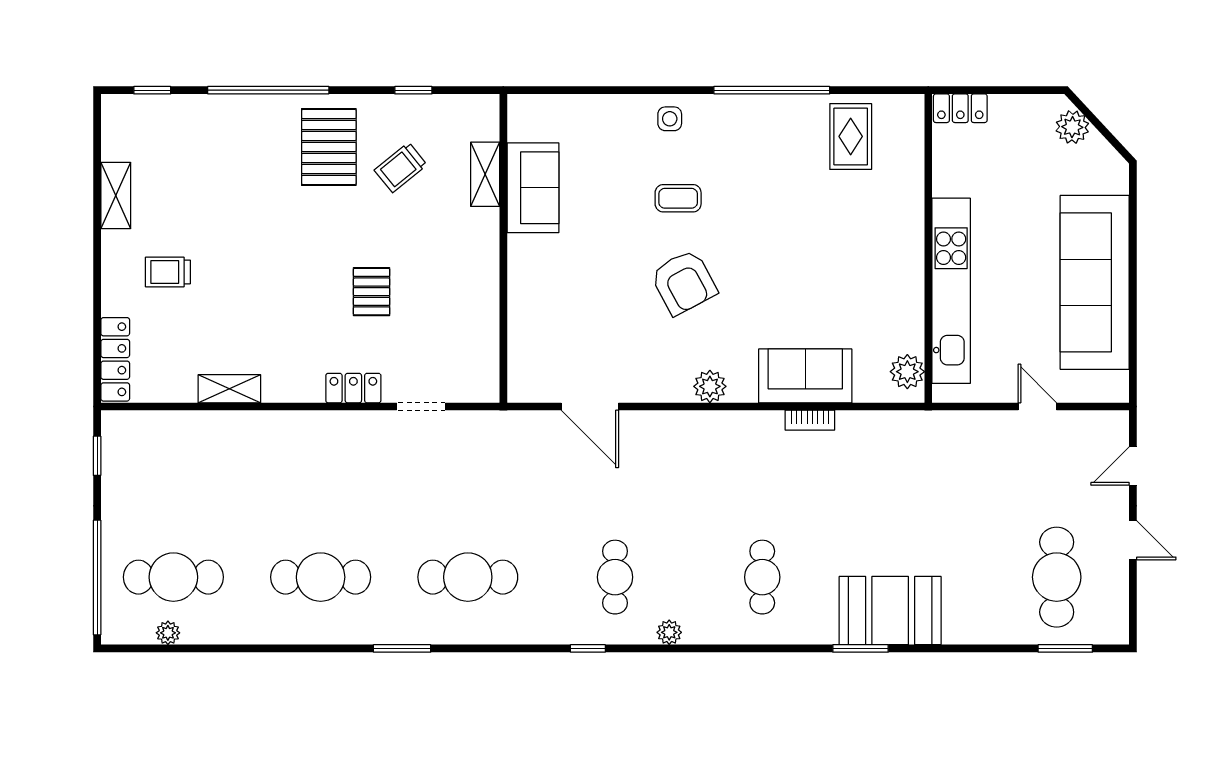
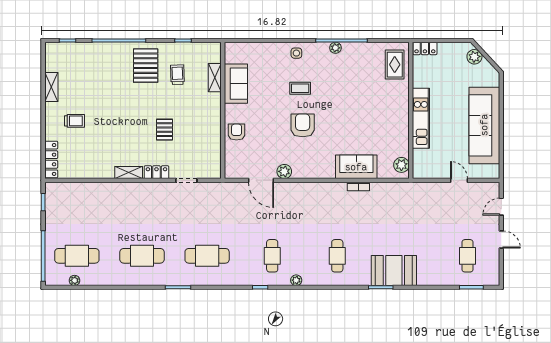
plant: (758, 107) -> (335, 48), added
rug: (851, 136) -> (395, 65), moved
trolley: (401, 167) -> (177, 75), turned 127
trolley: (168, 272) -> (74, 121), turned 180
armchair: (684, 282) -> (303, 125), turned -152
kitchen unit: (951, 291) -> (421, 118), width x0.73
armchair: (534, 297) -> (237, 132), added
plant: (710, 386) -> (284, 171), moved
shelving: (229, 389) -> (129, 172), moved
cafe table: (1057, 577) -> (468, 256), width x0.73, depth x0.74

